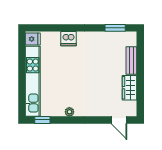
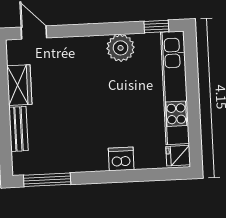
window: (115, 28) -> (47, 180), width x1.44
plant: (69, 112) -> (121, 48), width x1.88, depth x1.88

